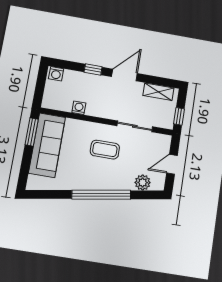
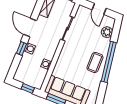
washing machine: (56, 74) -> (30, 48), moved
window: (40, 89) -> (28, 88), added
coffee table: (105, 150) -> (95, 62), moved

